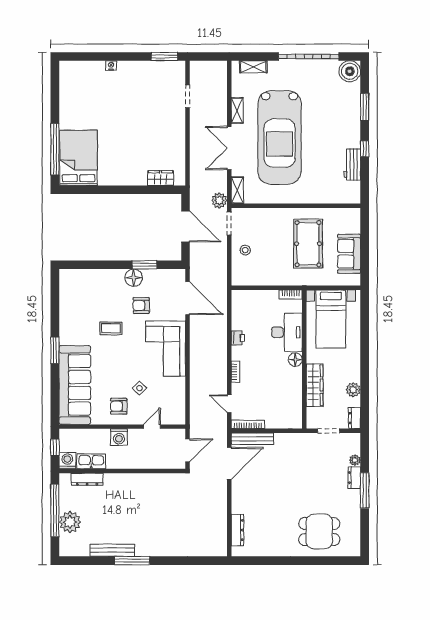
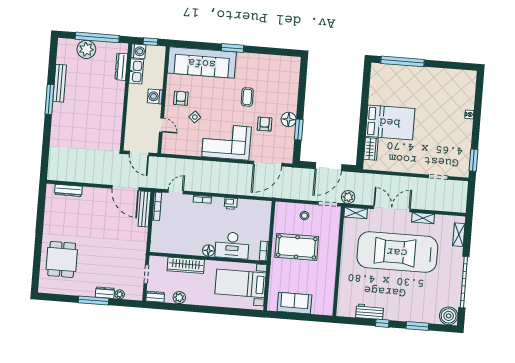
bed: (79, 158) -> (390, 122), moved
pool table: (308, 244) -> (297, 247), moved

